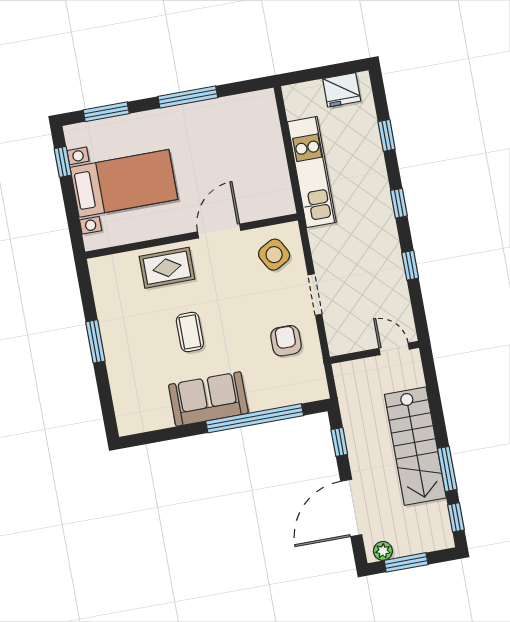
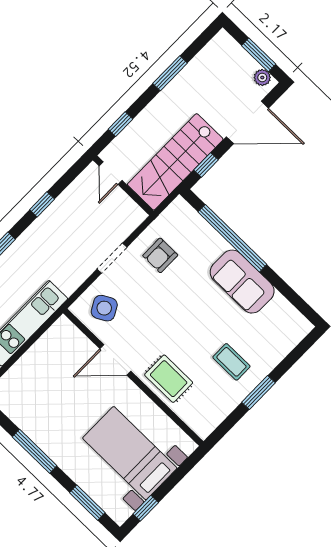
coffee table: (190, 332) -> (231, 362), moved, turned 90
stairs: (415, 446) -> (175, 162), moved, turned 180
window: (456, 517) -> (120, 124), moved

